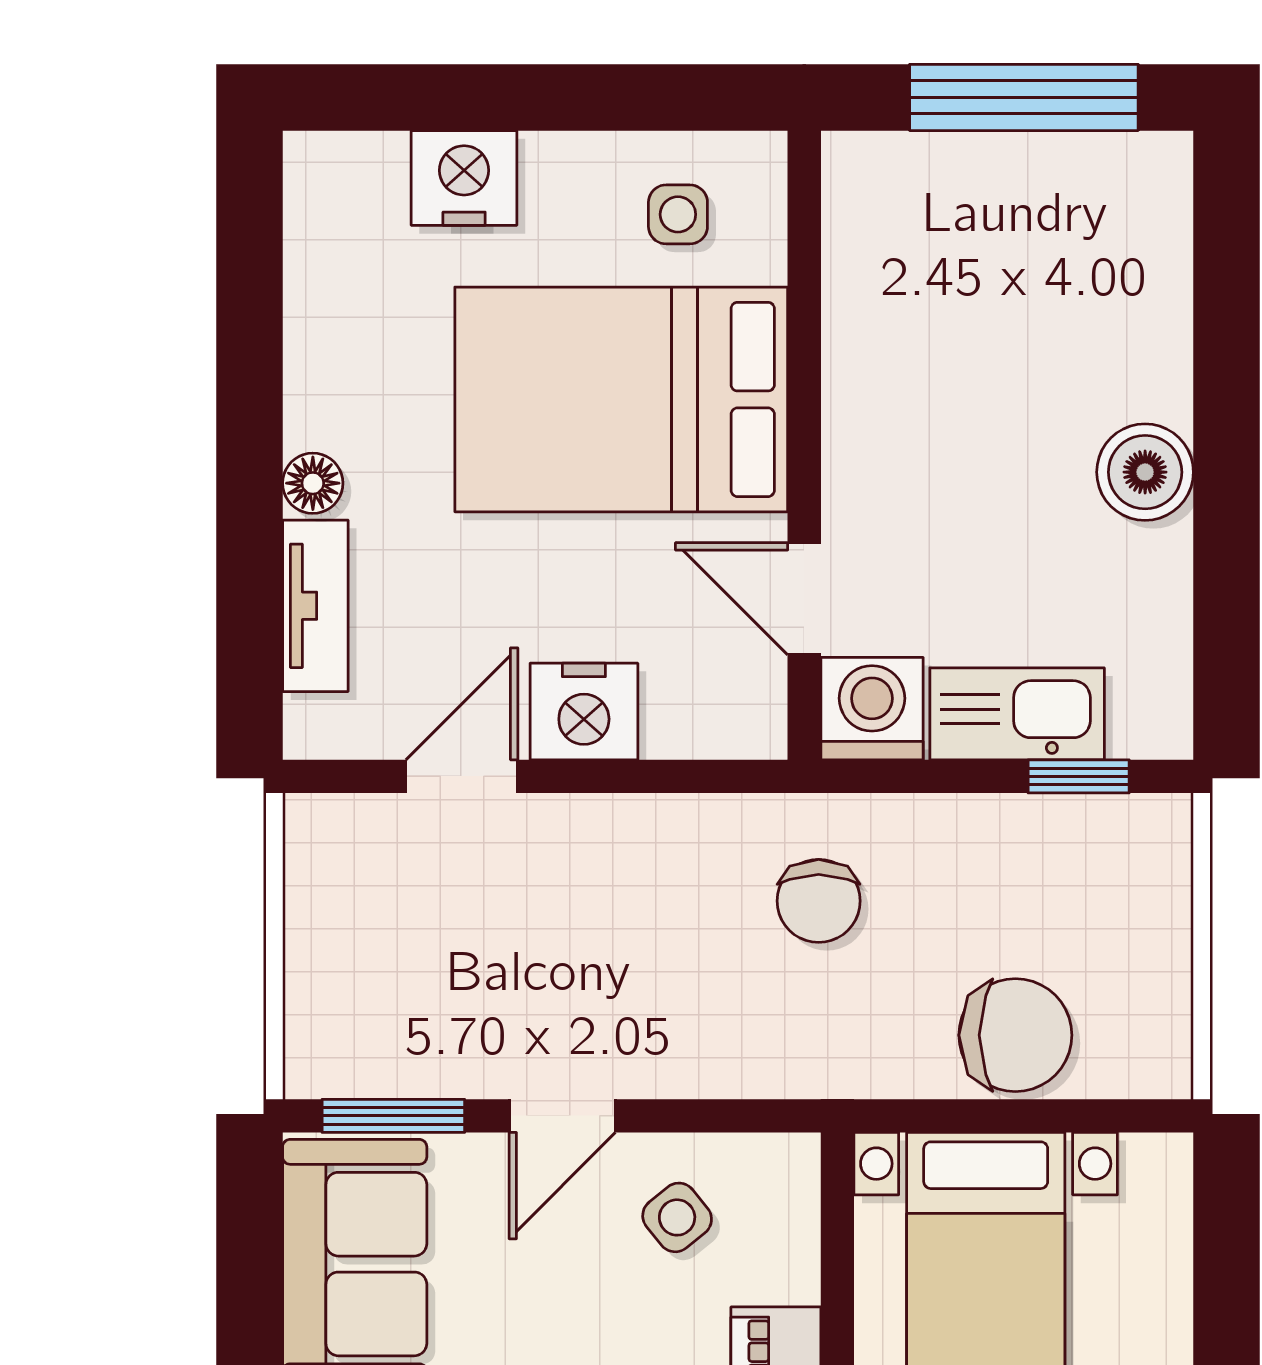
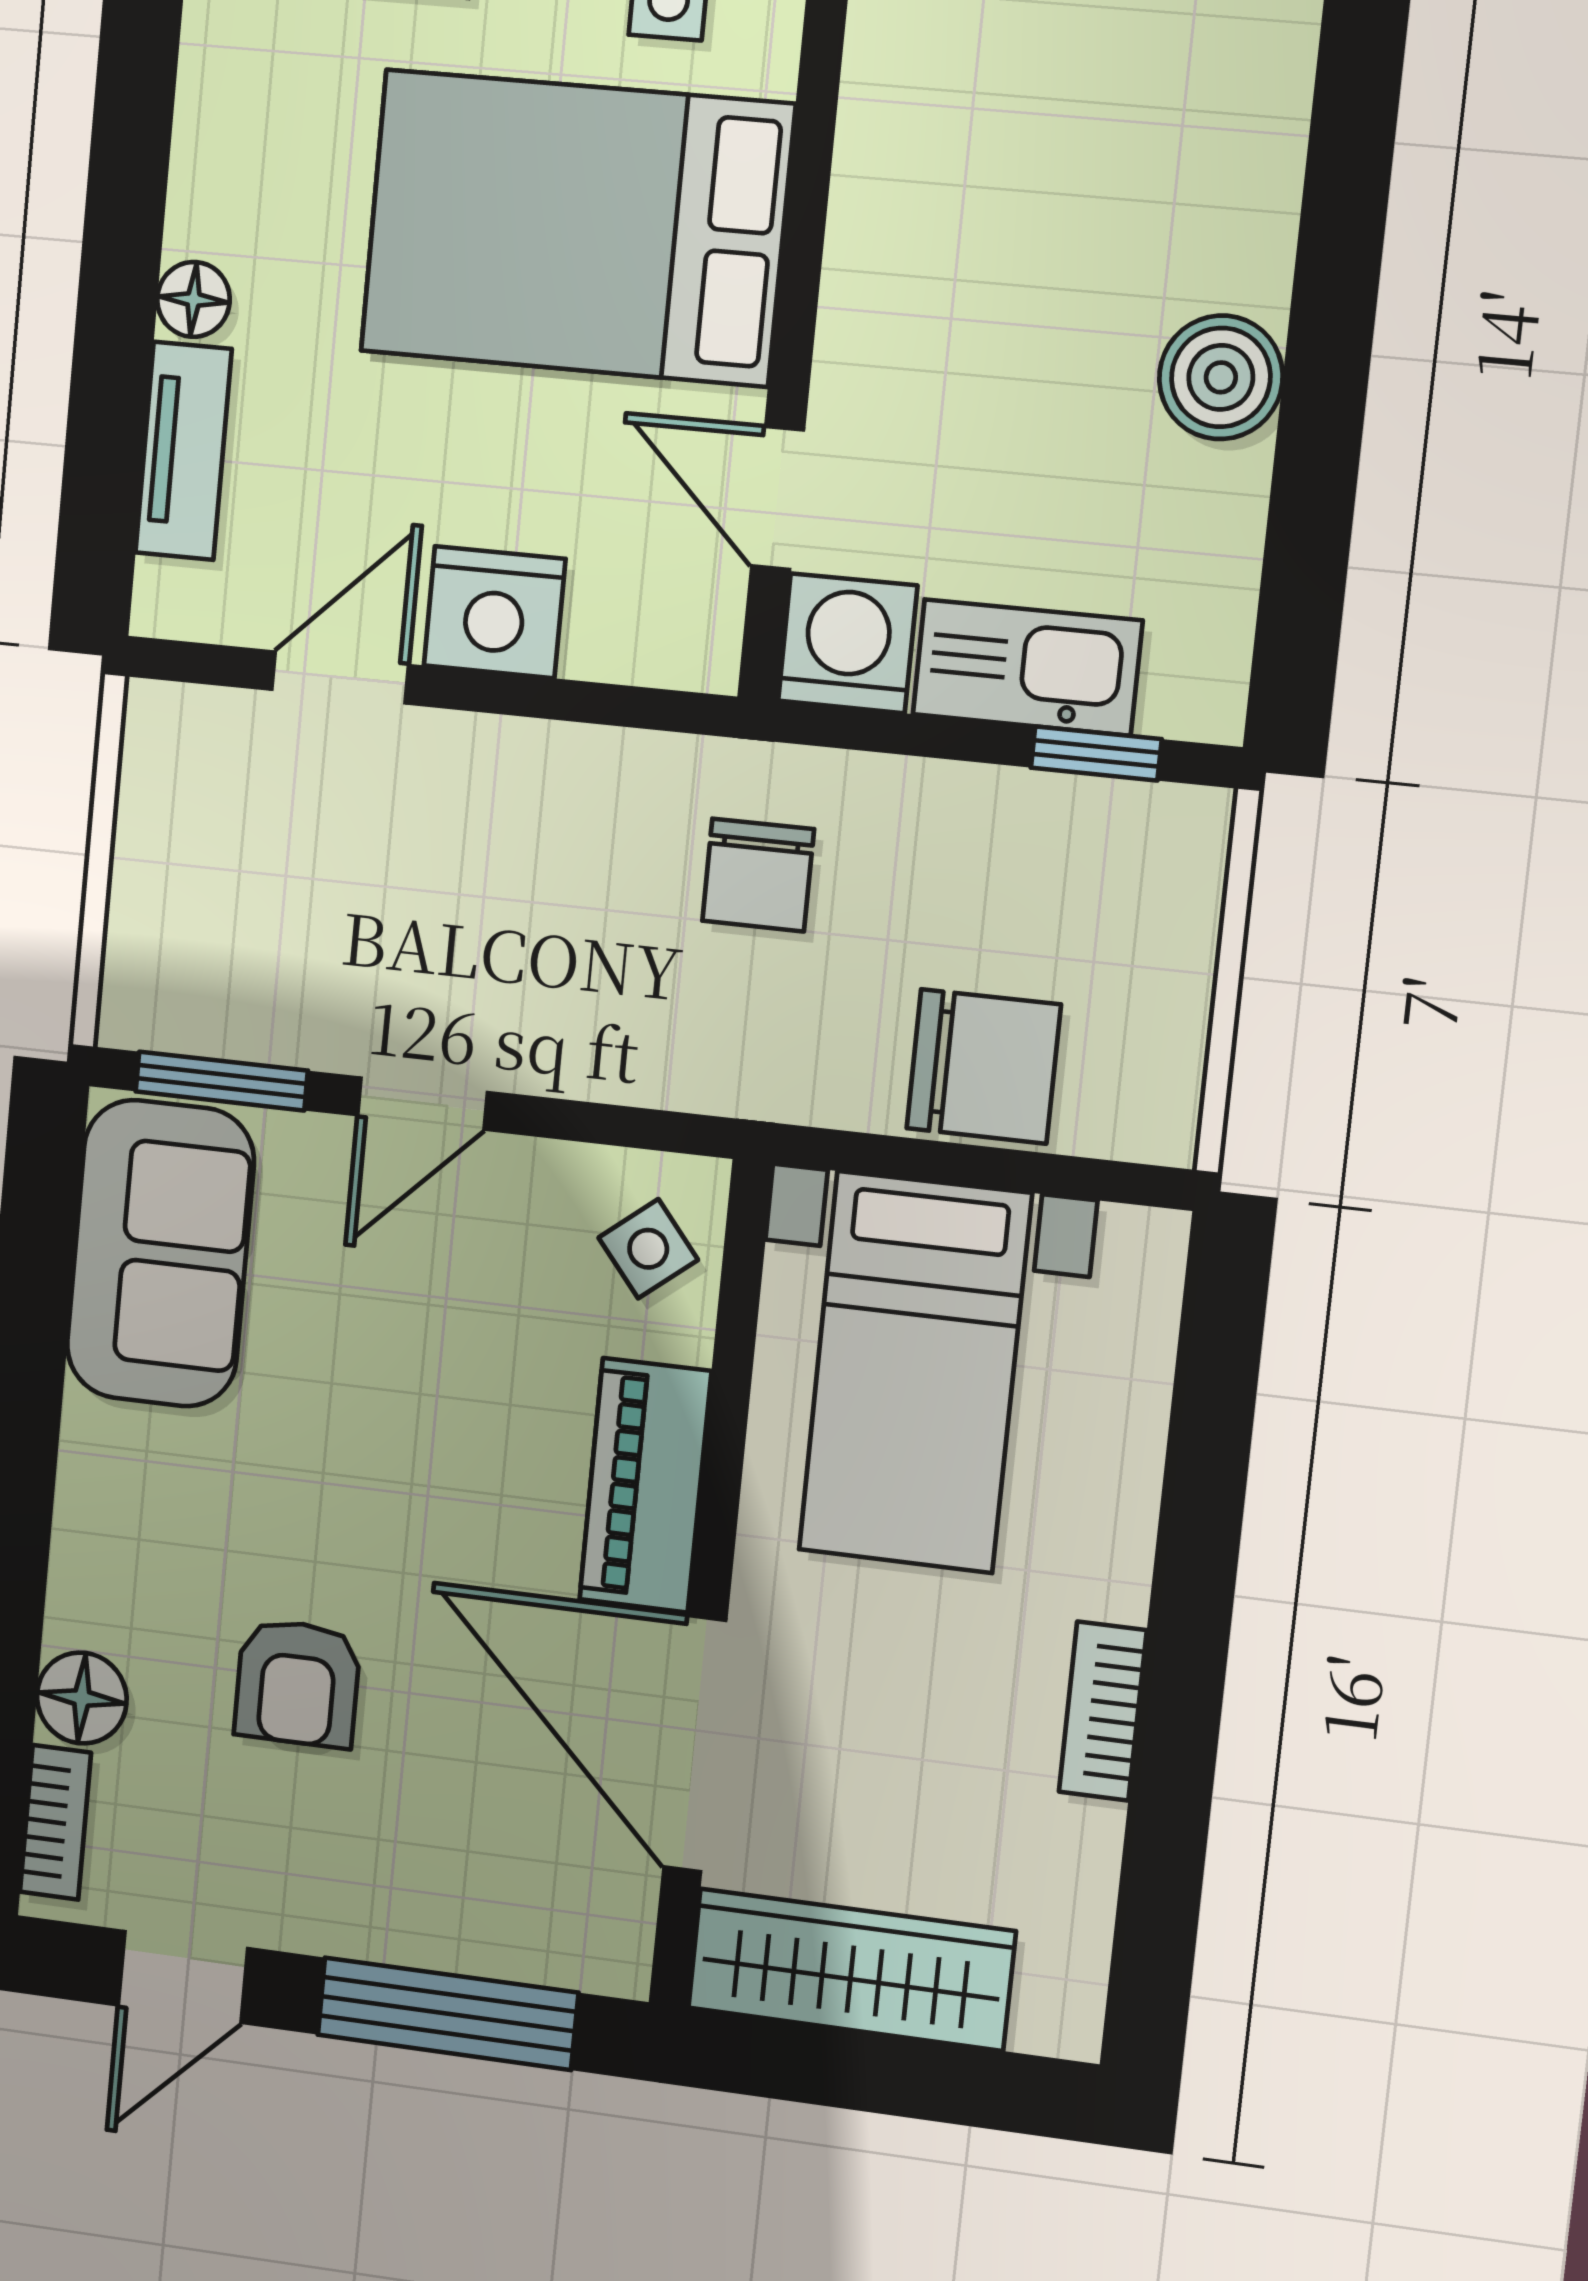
side table: (677, 1217) -> (648, 1249), moved

